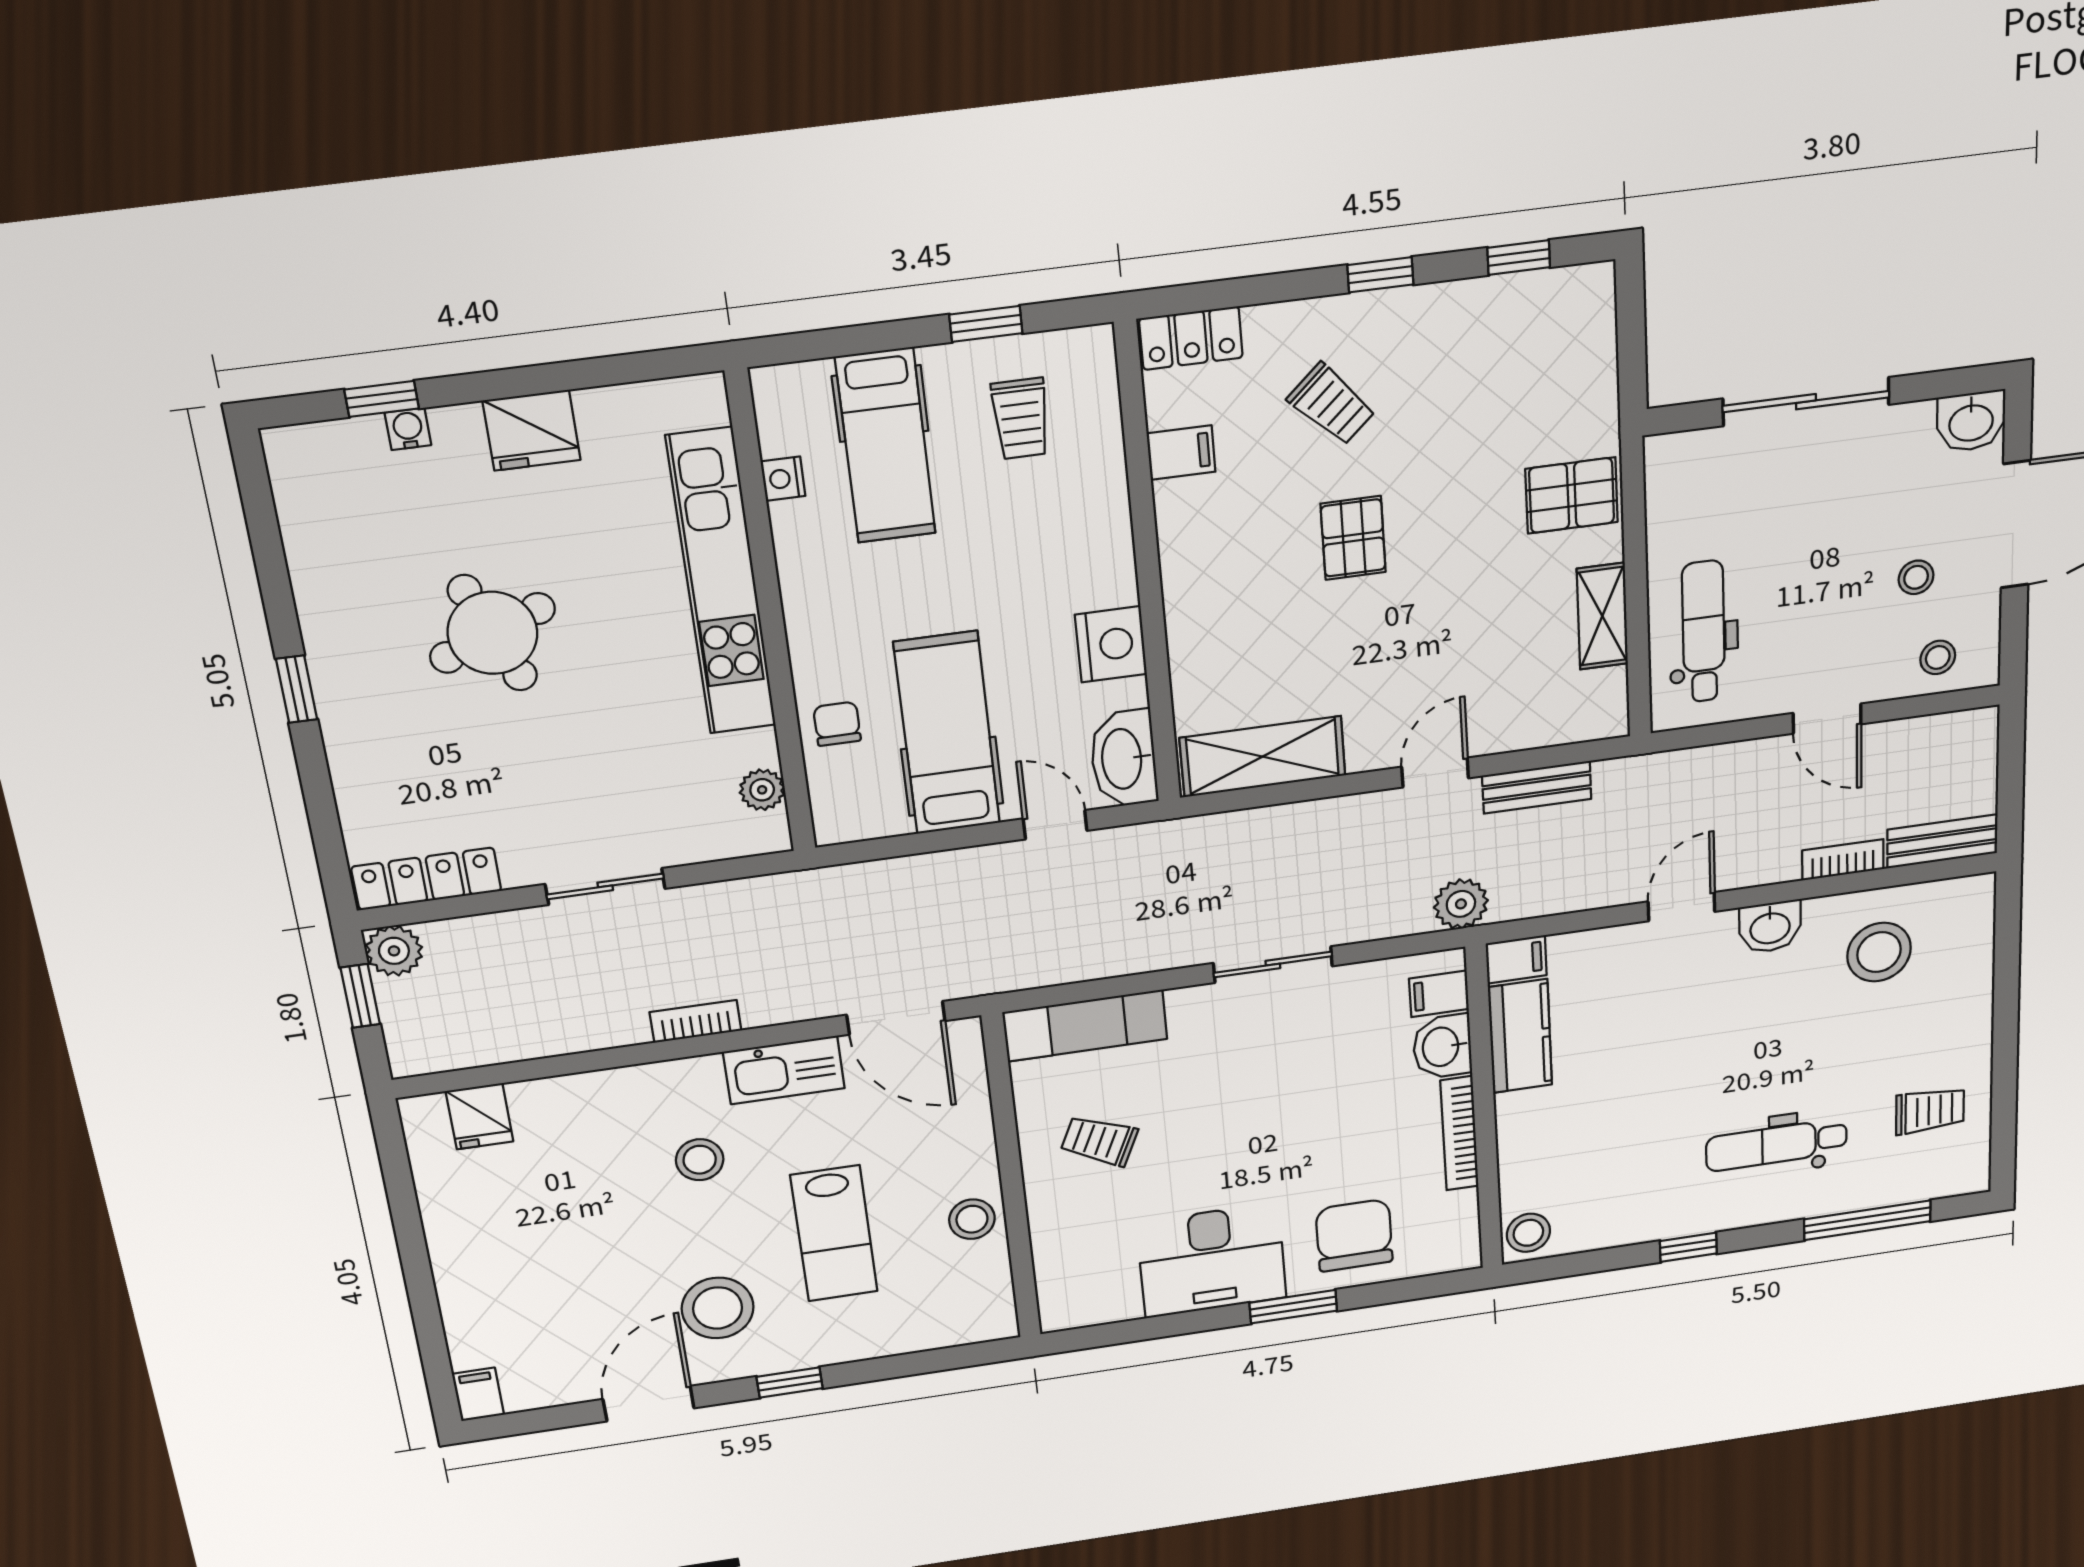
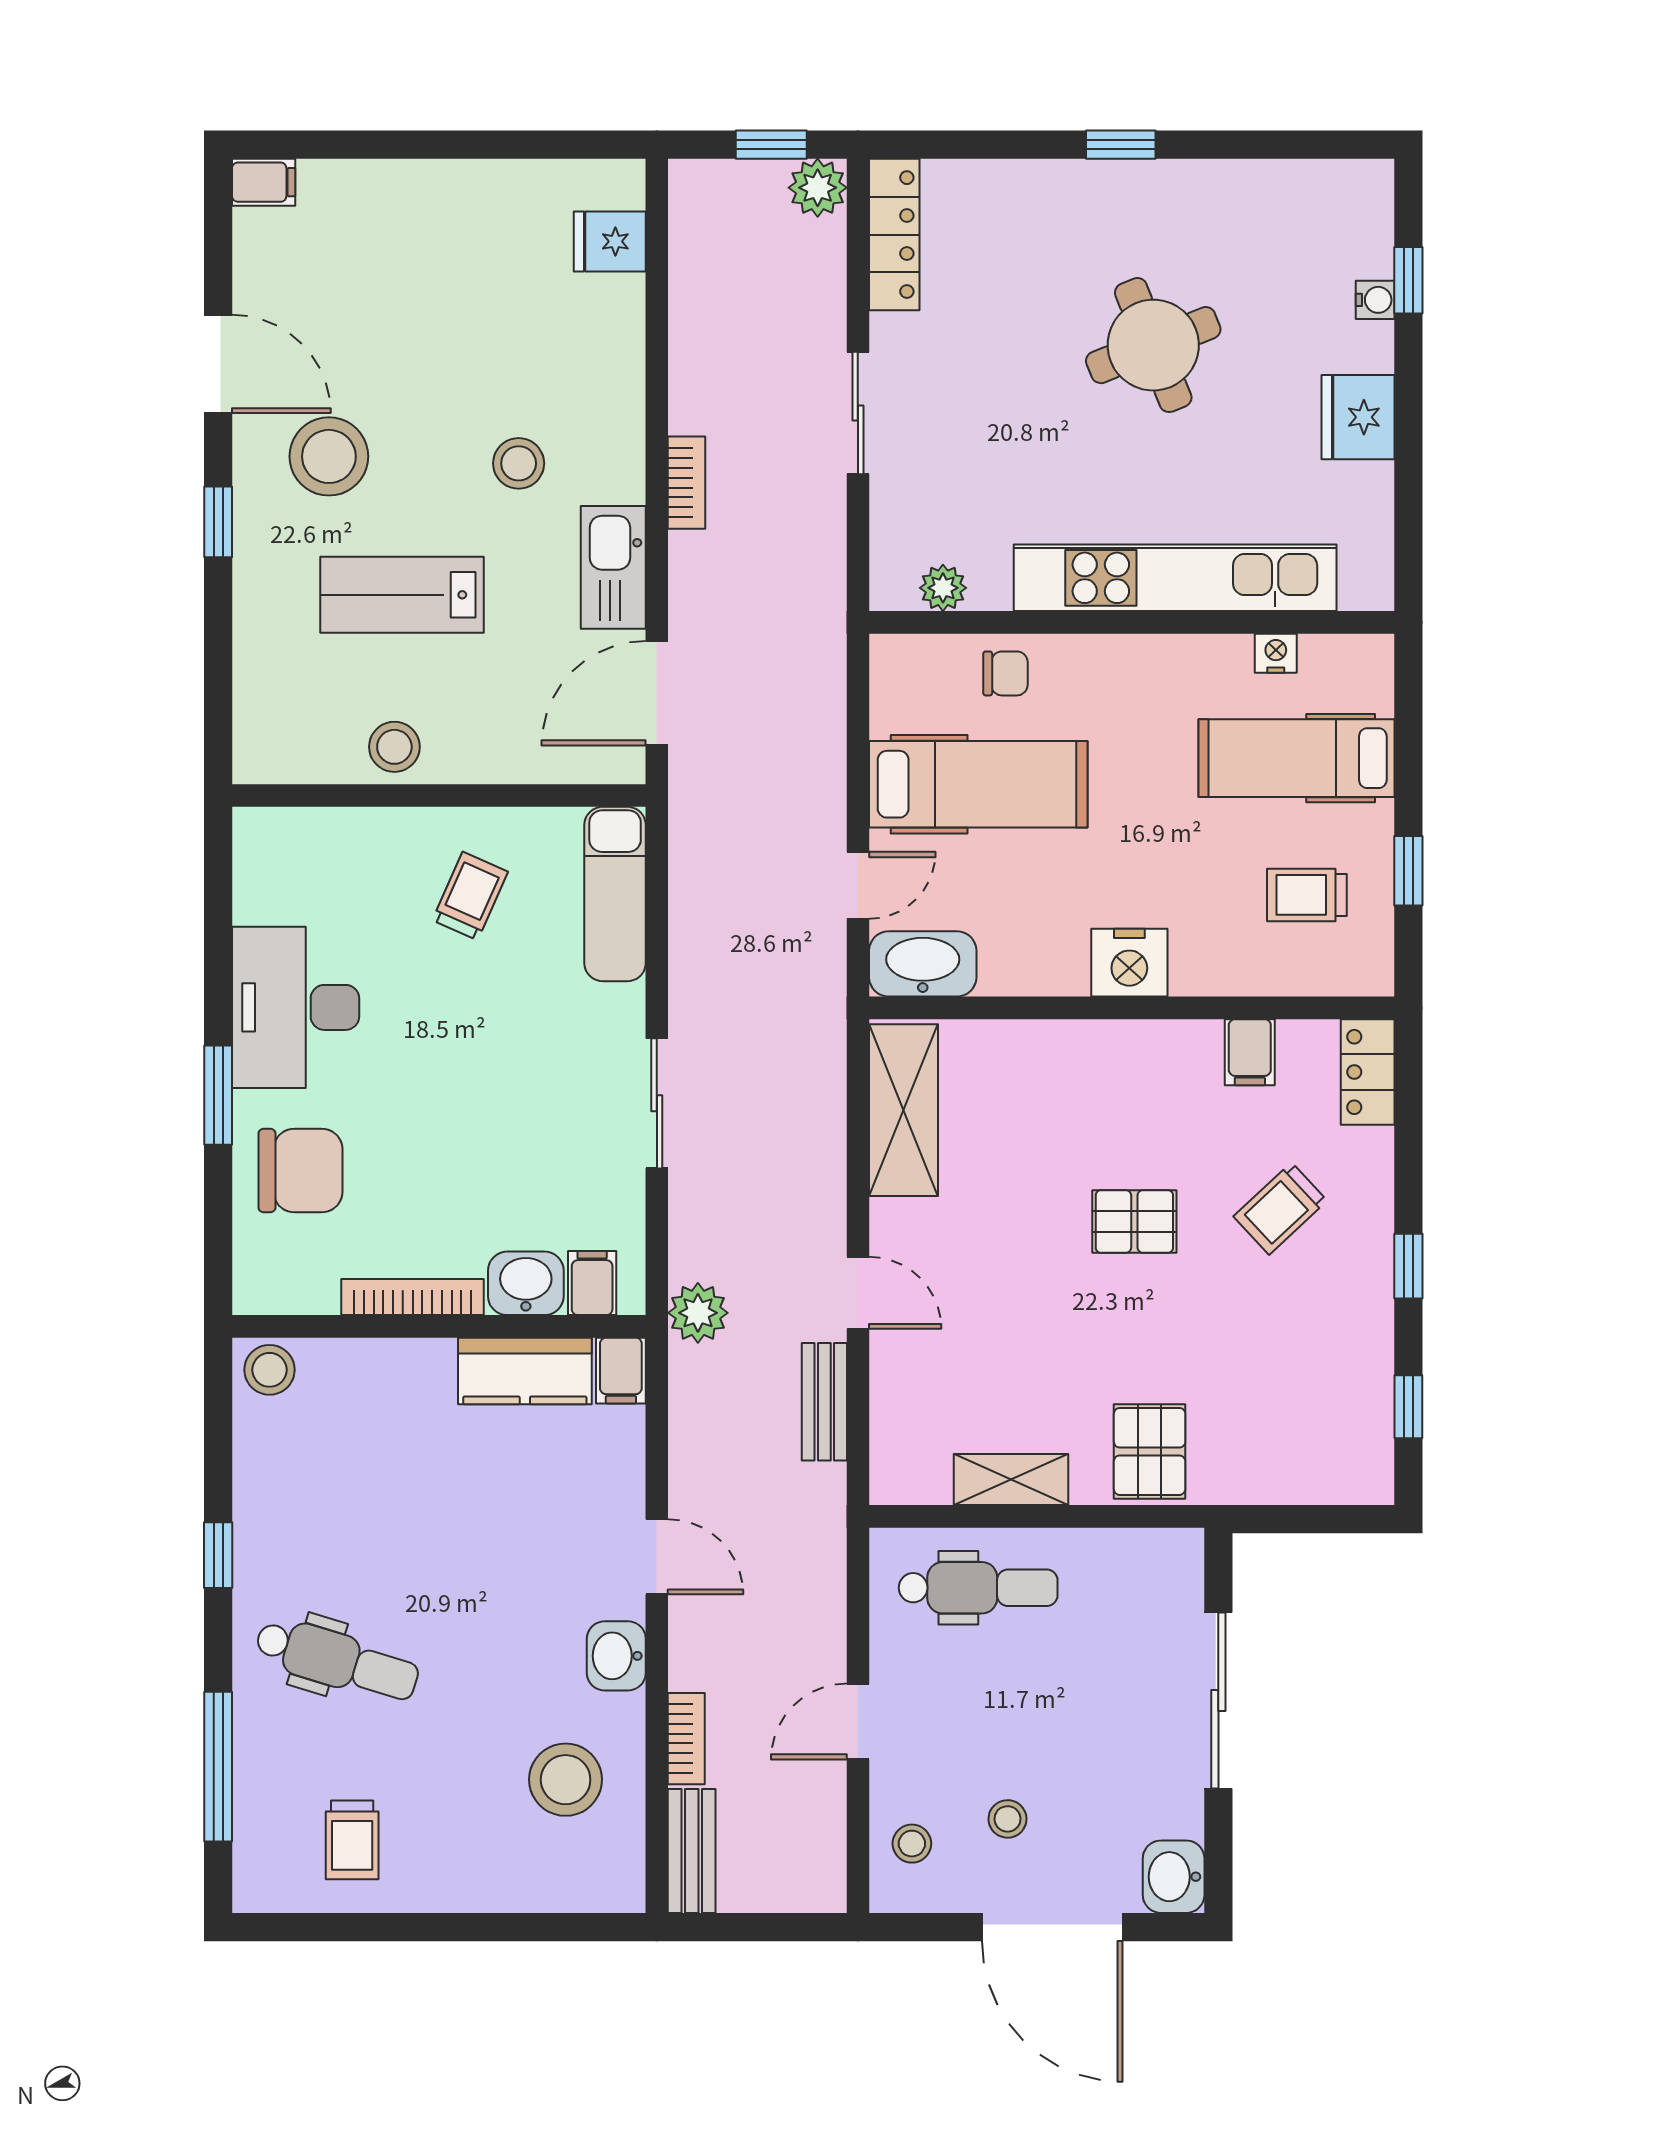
nightstand: (1111, 644) -> (1129, 963), moved
dental chair: (1776, 1145) -> (337, 1660), turned 107

